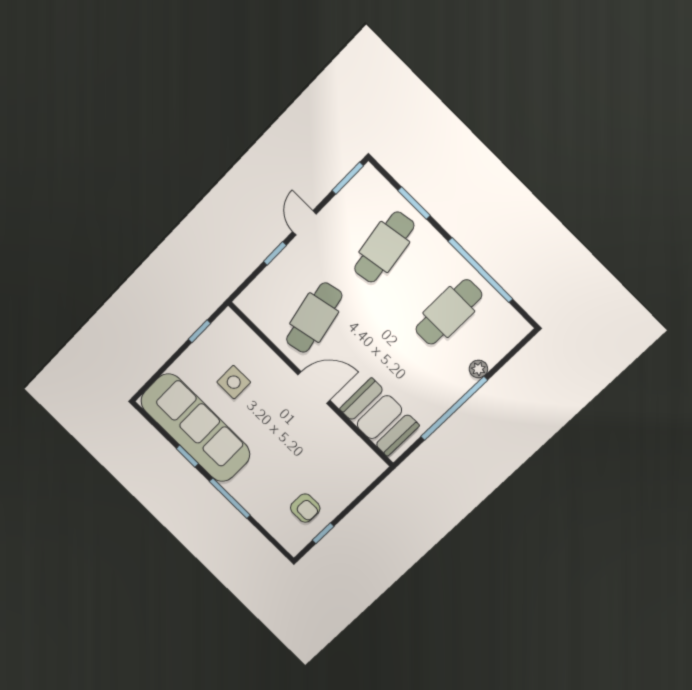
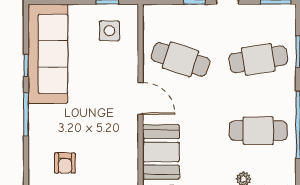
cafe table: (314, 318) -> (180, 59), turned 30
side table: (234, 382) -> (109, 31), moved

